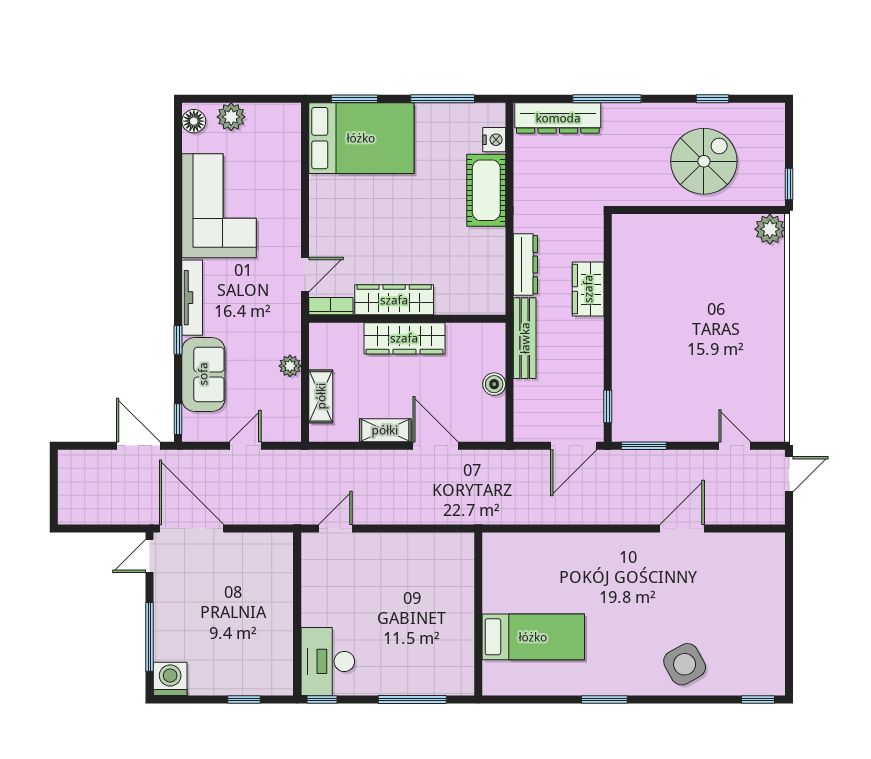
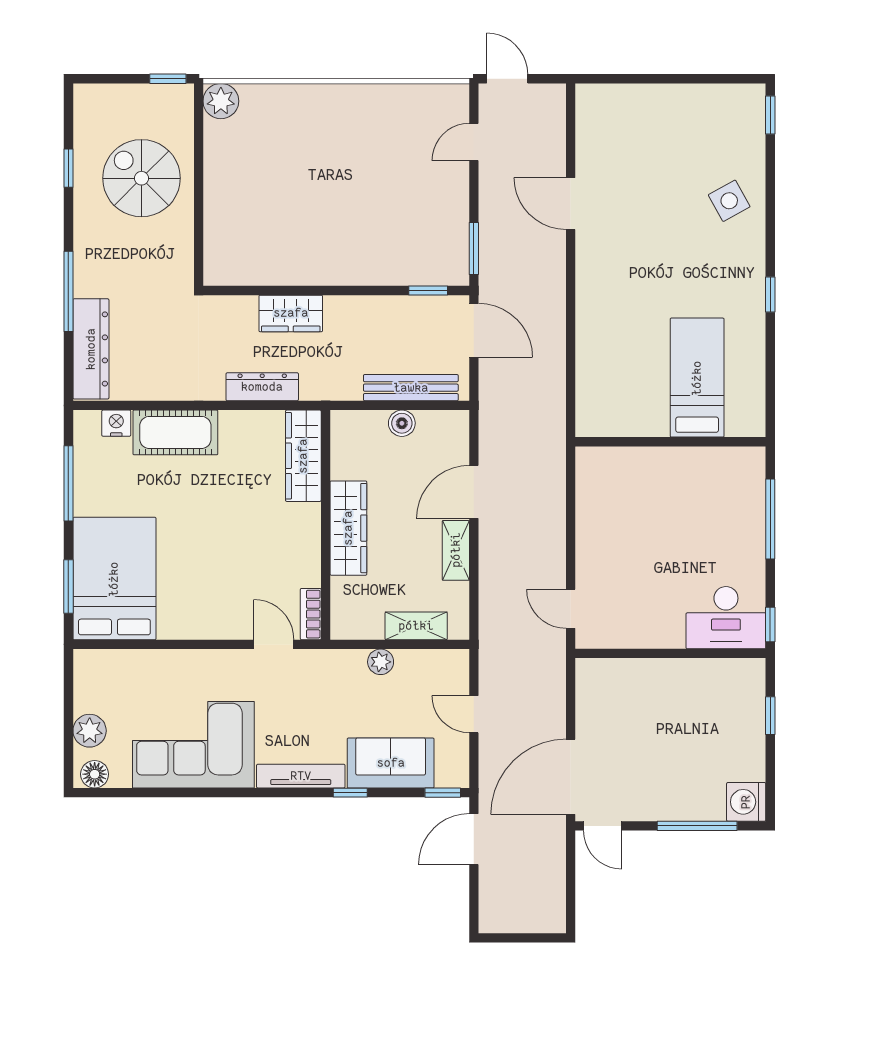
wardrobe: (394, 300) -> (303, 456), moved
bench: (525, 338) -> (411, 388), moved
side table: (685, 664) -> (729, 201), width x0.73, depth x0.73
window: (604, 699) -> (770, 295), width x0.67

